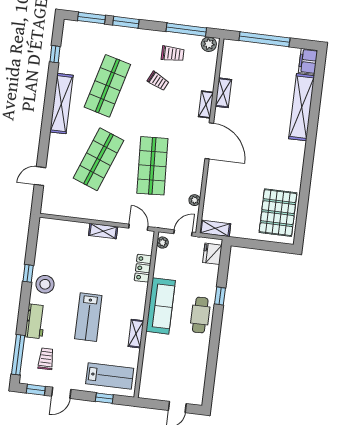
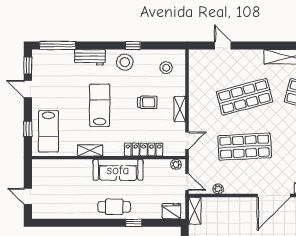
shop shelf: (98, 159) -> (245, 97), turned -36
stool: (57, 240) -> (166, 68), added
locker: (143, 268) -> (144, 150), width x1.53
lab bench: (88, 317) -> (100, 105), turned 90
trolley: (46, 359) -> (147, 102), moved

